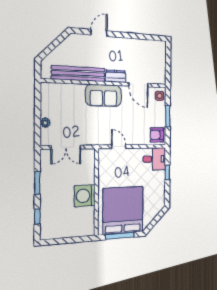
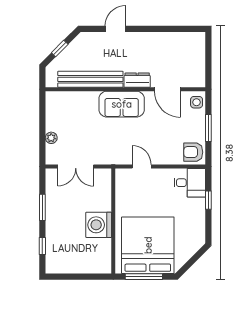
window: (53, 46) -> (60, 48), added

